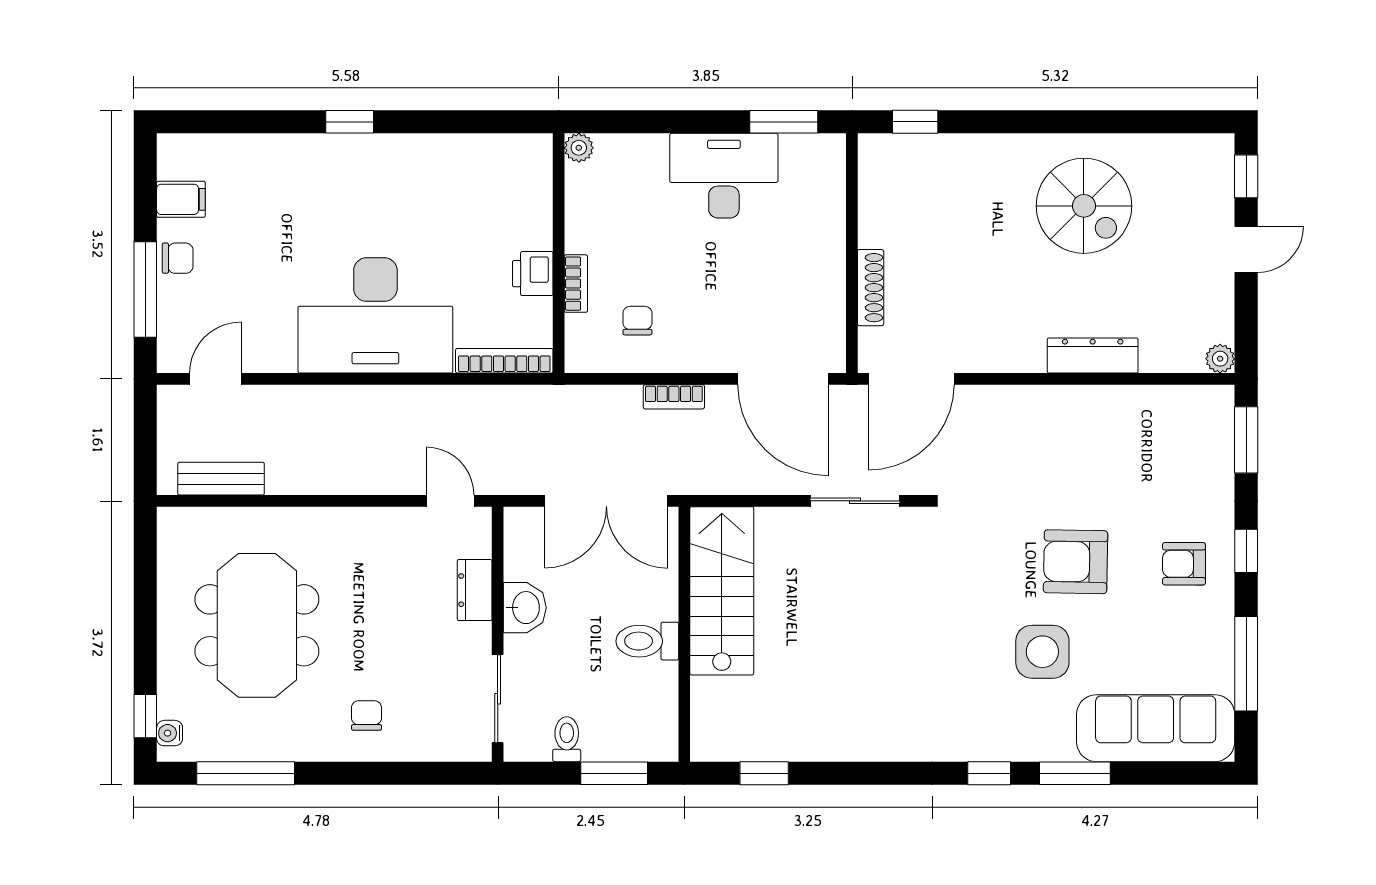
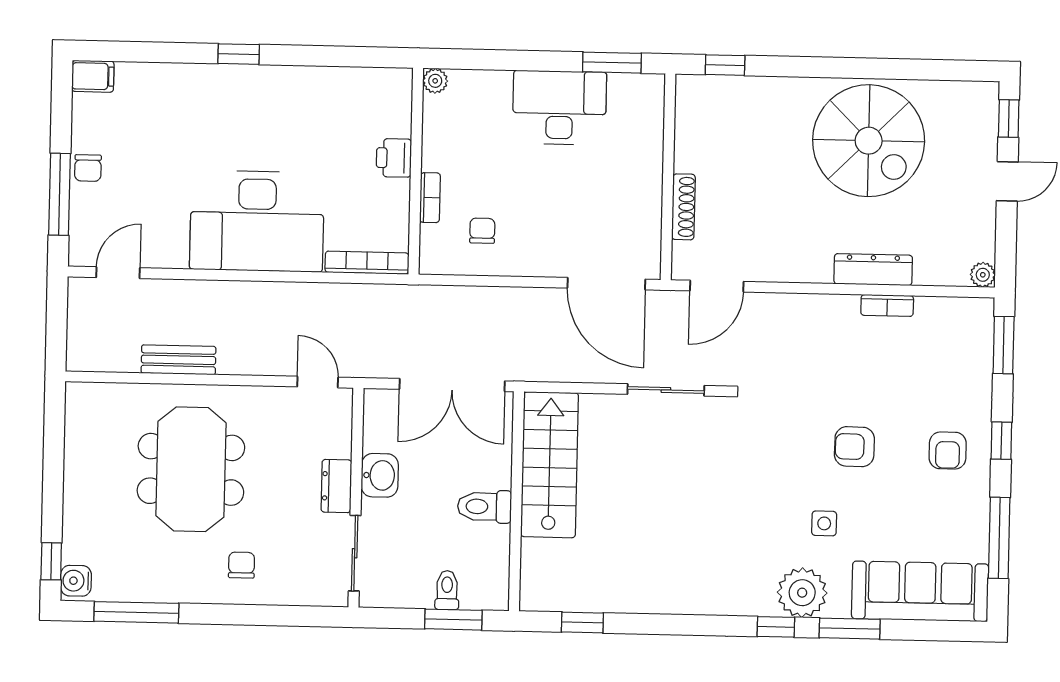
filing cabinet: (181, 199) -> (93, 76), moved
spiral stairs: (1084, 206) -> (869, 141), width x1.37, depth x1.37
chair: (178, 258) -> (88, 168), turned 90
printer: (533, 274) -> (394, 158), moved
door: (911, 379) -> (717, 286), width x0.73
bookcase: (674, 397) -> (887, 305), moved
bench: (221, 479) -> (178, 360), moved
armchair: (1076, 562) -> (854, 447), width x0.72, depth x0.72
armchair: (1184, 564) -> (948, 451), turned -90
dresser: (475, 590) -> (336, 486), moved
meeting table: (257, 625) -> (191, 469), moved
side table: (1042, 652) -> (824, 523), width x0.54, depth x0.54
water cooler: (170, 733) -> (76, 581), width x1.38, depth x1.38
plant: (1019, 733) -> (802, 593), added
toilet: (567, 739) -> (447, 590), moved

